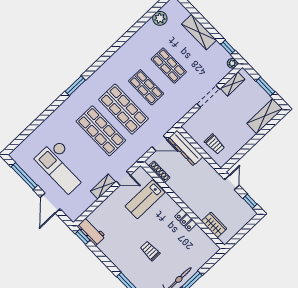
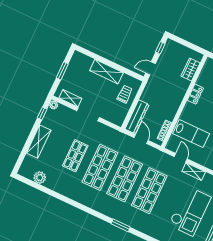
shop shelf: (146, 87) -> (100, 167), width x1.43, depth x1.36
shelving: (265, 116) -> (106, 72), moved

